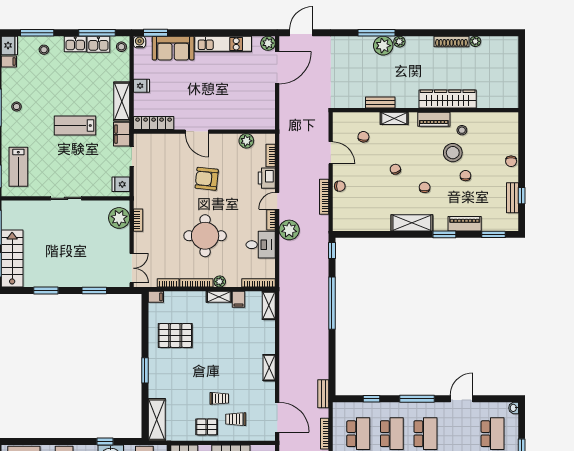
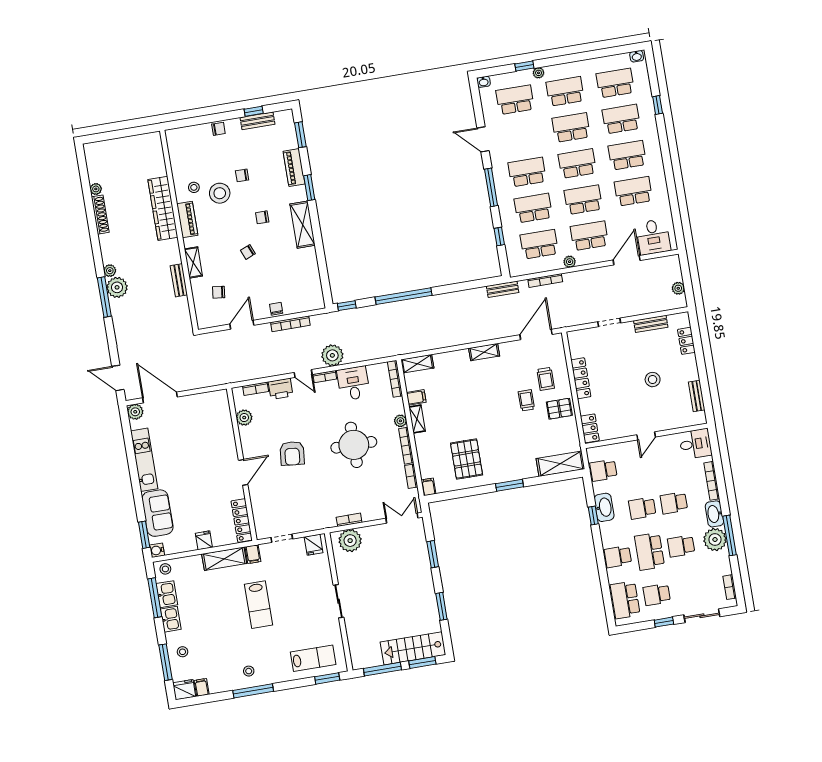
filing cabinet: (122, 134) -> (253, 554), width x0.50
pallet: (207, 427) -> (559, 409), turned 90

